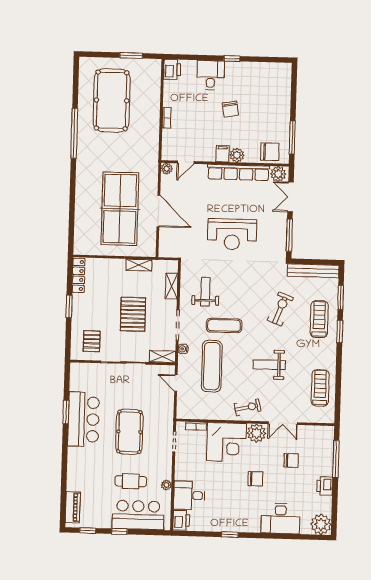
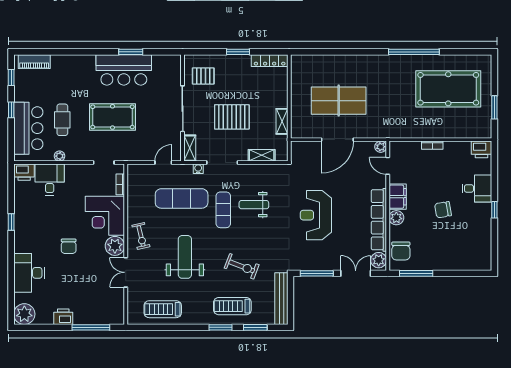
filing cabinet: (222, 154) -> (398, 197), width x2.00
table tennis table: (120, 209) -> (339, 101), width x0.73, depth x0.76
weight bench: (205, 292) -> (254, 205), moved, turned 180
treadmill: (319, 319) -> (232, 306), turned 180
weight bench: (269, 365) -> (185, 257), width x1.36, depth x1.33
treadmill: (320, 388) -> (163, 309), turned 180
chair: (291, 460) -> (88, 282), removed

